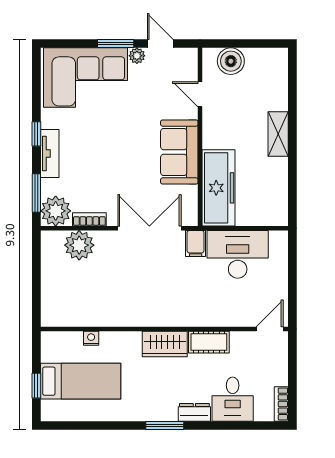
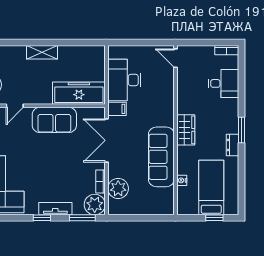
sofa: (125, 308) -> (161, 157), added
cot: (209, 342) -> (184, 100), removed
dresser: (194, 412) -> (233, 145), moved

